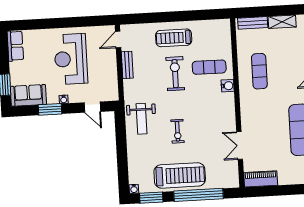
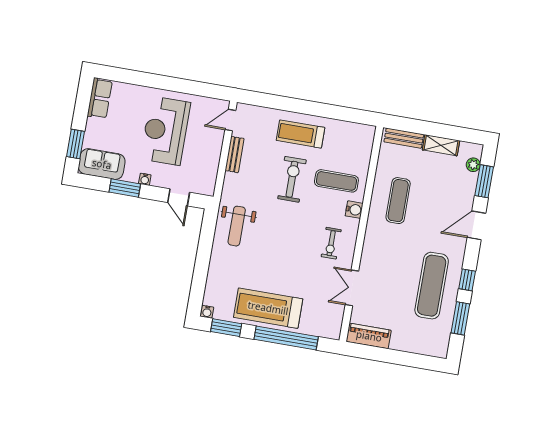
exercise bike: (178, 131) -> (331, 243), moved
treadmill: (180, 175) -> (268, 308), turned 180

